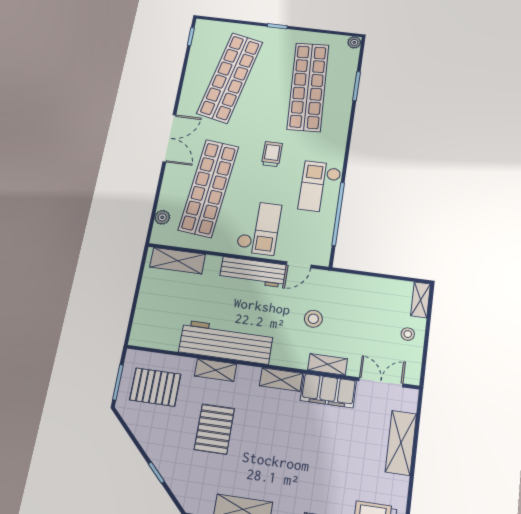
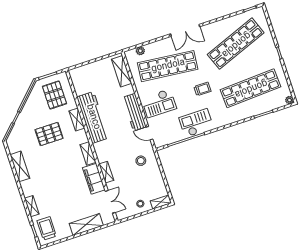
shop shelf: (230, 78) -> (236, 44), turned -33
stool: (313, 319) -> (141, 161), moved

